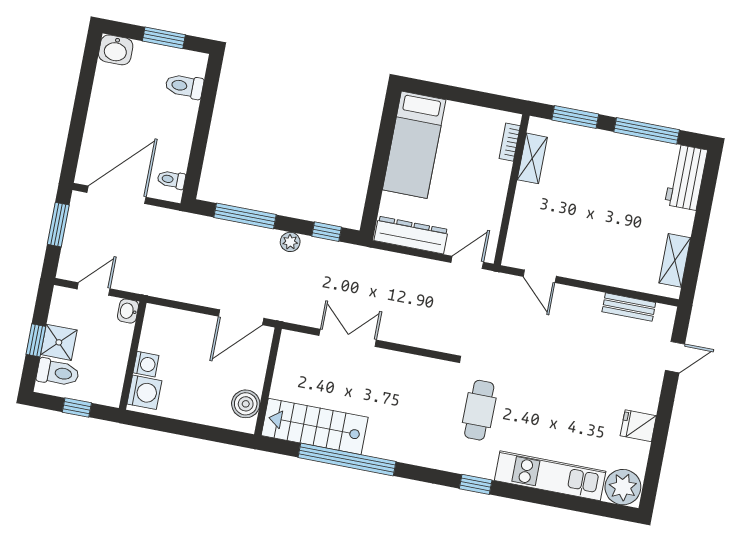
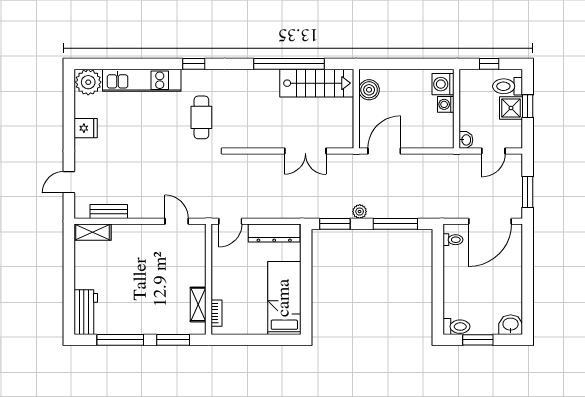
toilet: (184, 86) -> (457, 327), moved
window: (327, 232) -> (335, 224), width x1.50
shelving: (675, 260) -> (93, 232), moved, turned 90

